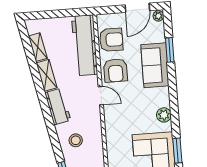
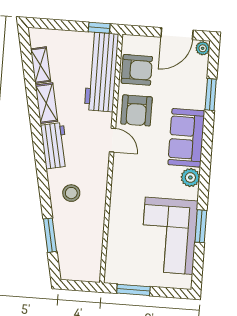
window: (78, 12) -> (99, 28), added
sofa: (155, 65) -> (186, 138), moved

